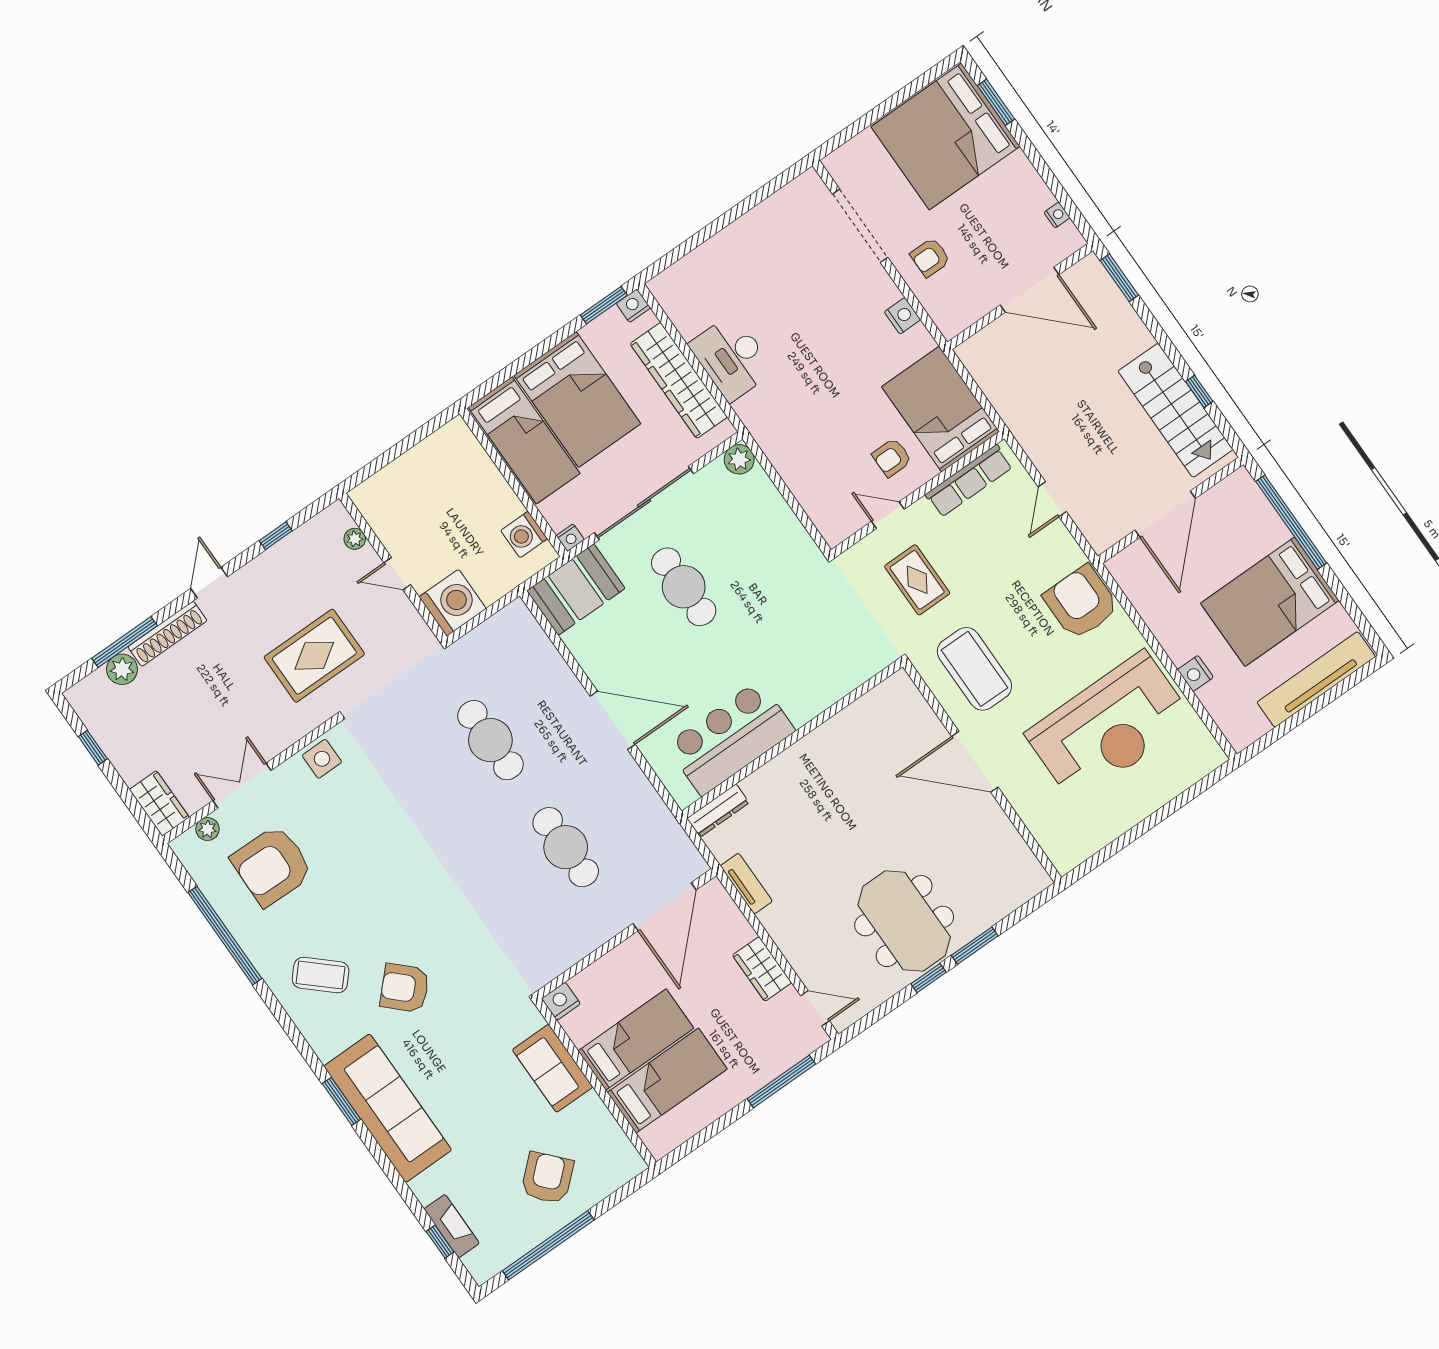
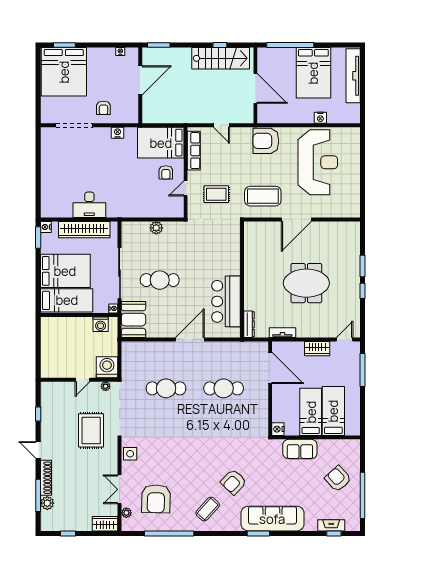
plant: (739, 459) -> (156, 228), moved
plant: (355, 539) -> (106, 386), moved
meeting table: (904, 921) -> (306, 283), moved

